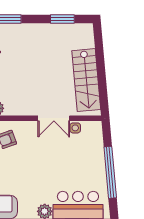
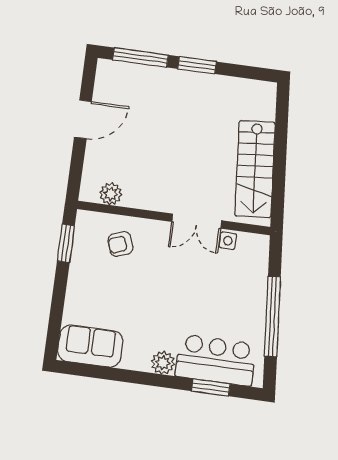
window: (62, 19) -> (197, 65), moved

